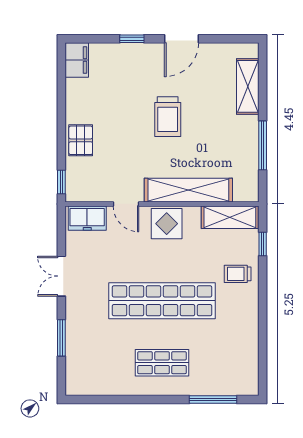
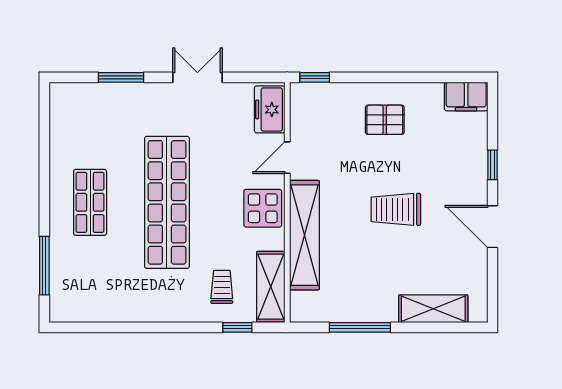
pallet: (81, 140) -> (385, 120), moved
trolley: (238, 274) -> (222, 287), moved

